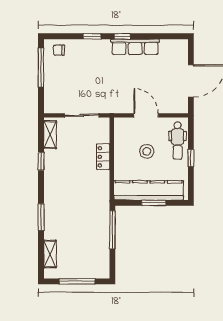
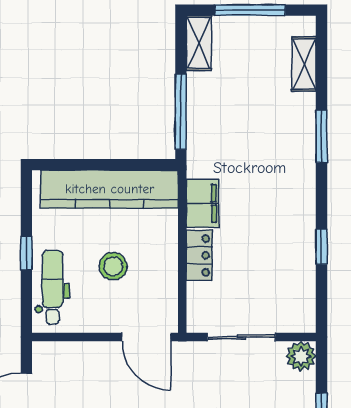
plant: (51, 106) -> (301, 356), added
door: (146, 115) -> (146, 337), moved
shelving: (50, 135) -> (199, 43), moved
filing cabinet: (101, 183) -> (203, 203), added
window: (154, 203) -> (100, 165), removed

